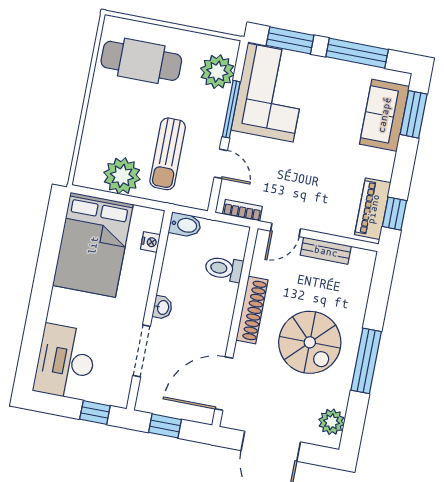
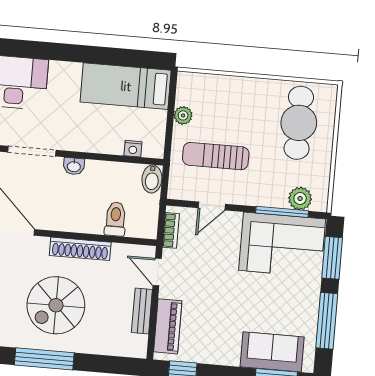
plant: (217, 72) -> (300, 199), width x0.73, depth x0.73
window: (231, 109) -> (282, 212), moved
plant: (122, 176) -> (183, 115), width x0.53, depth x0.53
piano: (373, 209) -> (168, 326), moved, turned 90
bed: (93, 245) -> (126, 86), width x0.67

